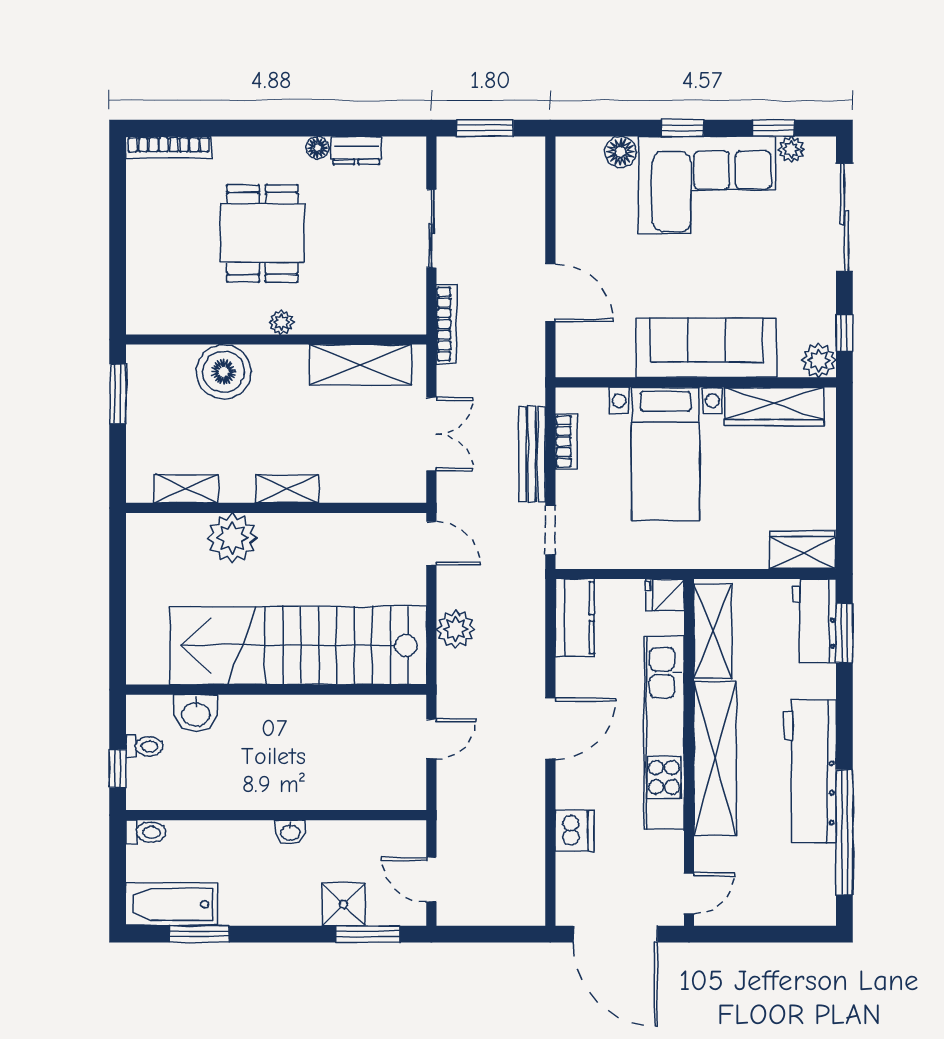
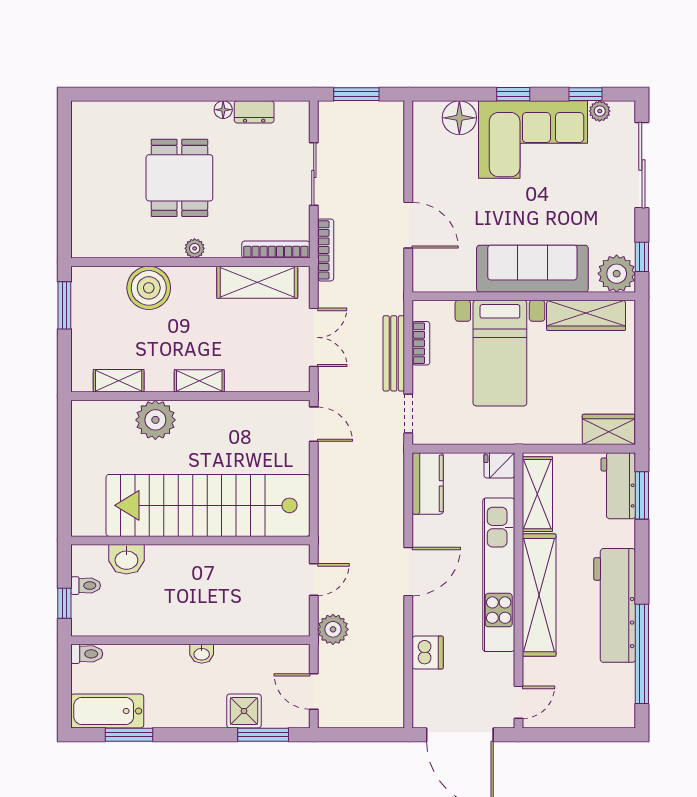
bookcase: (169, 147) -> (276, 250), moved, turned 180
floor lamp: (620, 152) -> (459, 118), width x1.38, depth x1.38
plant: (819, 360) -> (617, 274), width x1.36, depth x1.36
plant: (456, 629) -> (333, 629), moved

